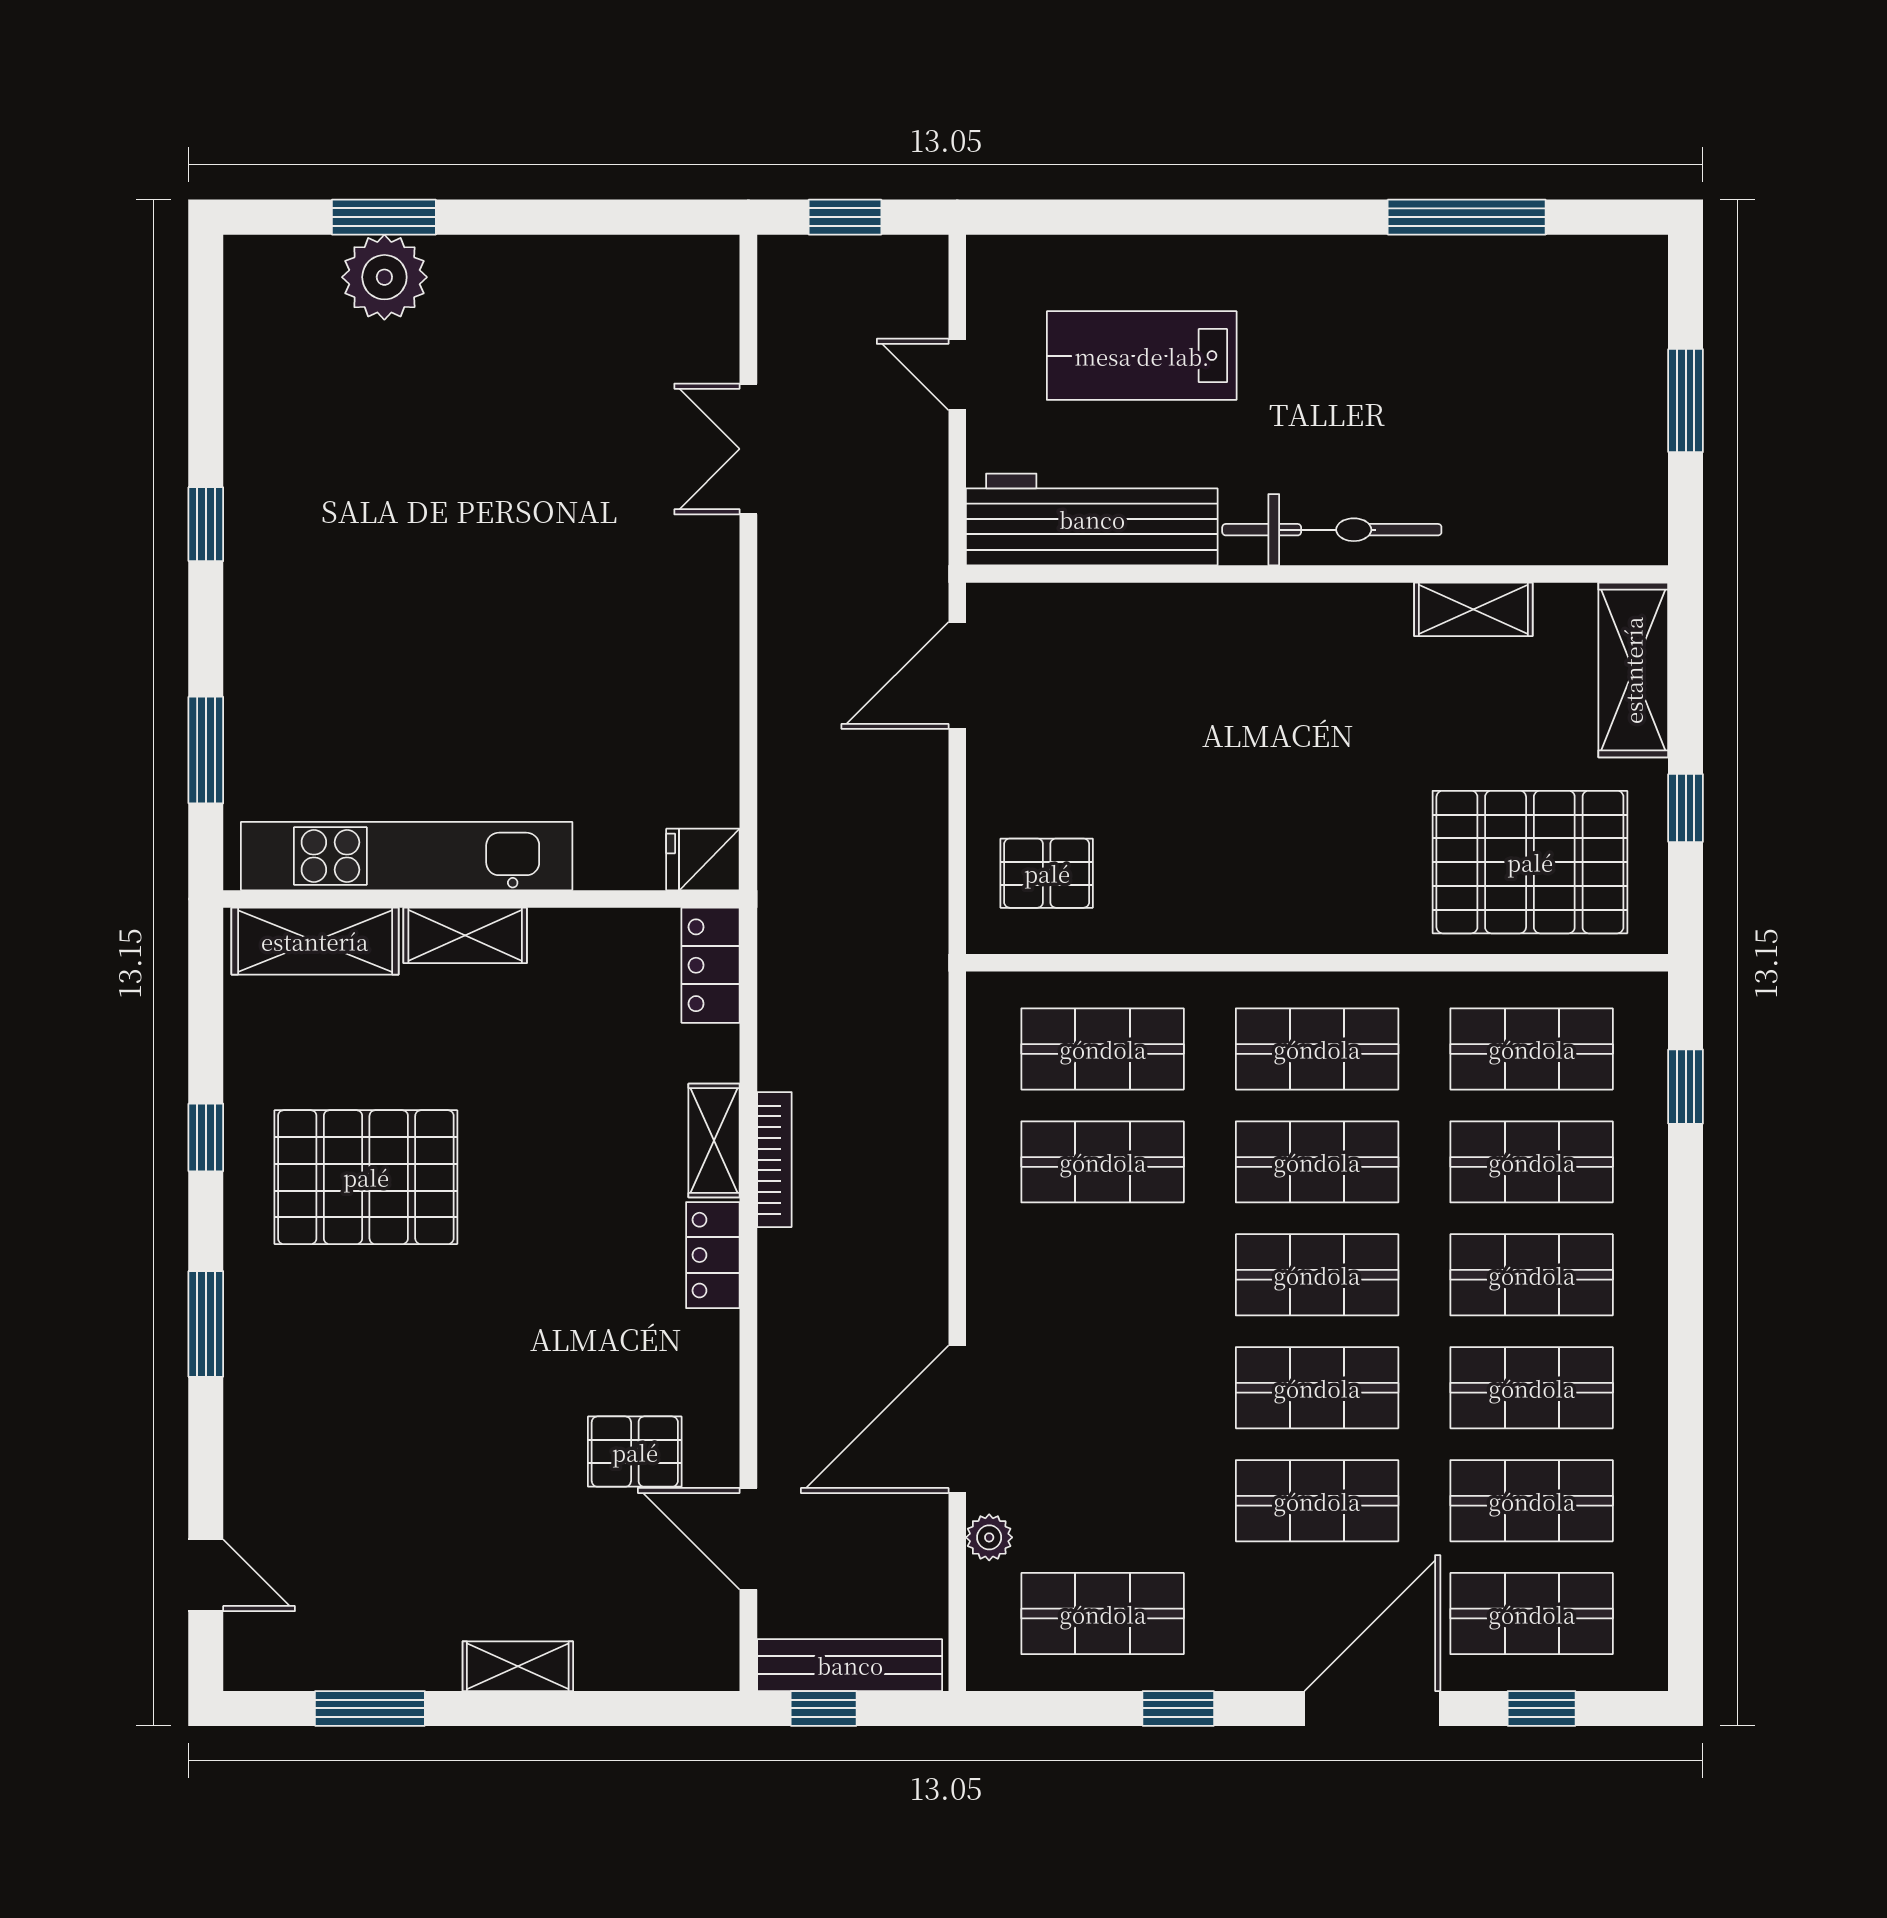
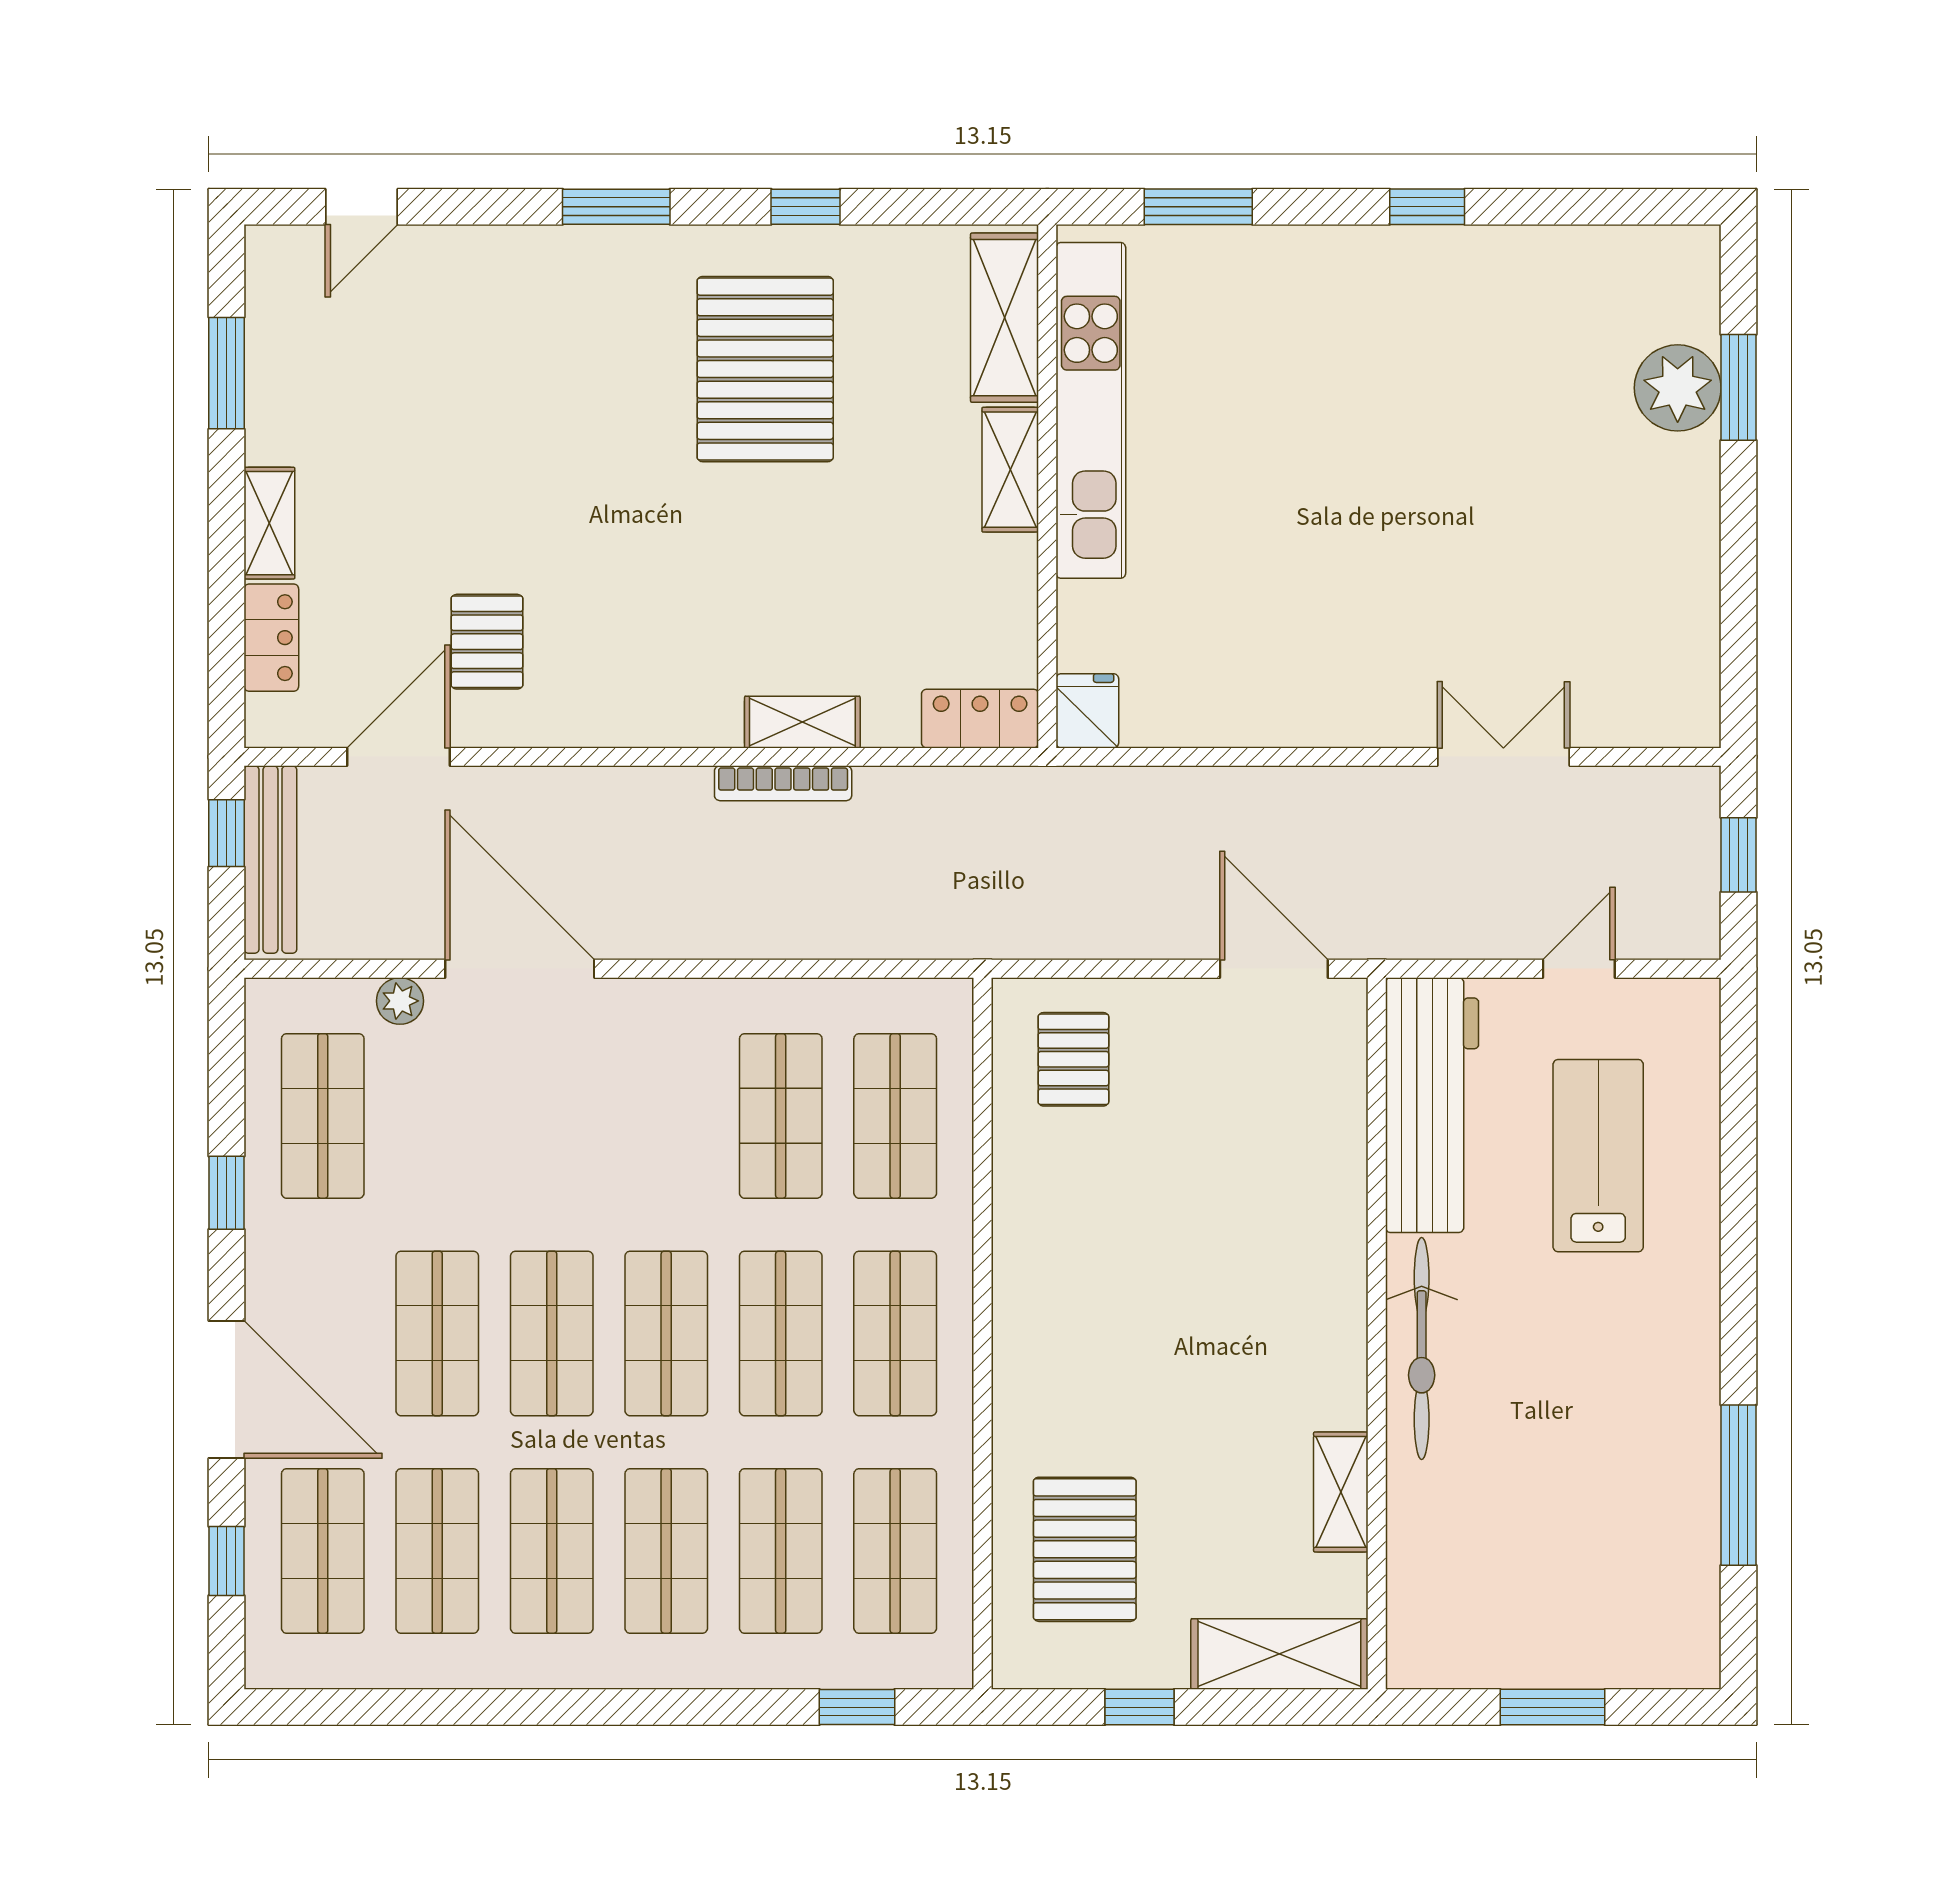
pallet: (1530, 862) -> (1085, 1549), width x0.73, depth x0.71
locker: (713, 1255) -> (271, 638), moved, turned 90

